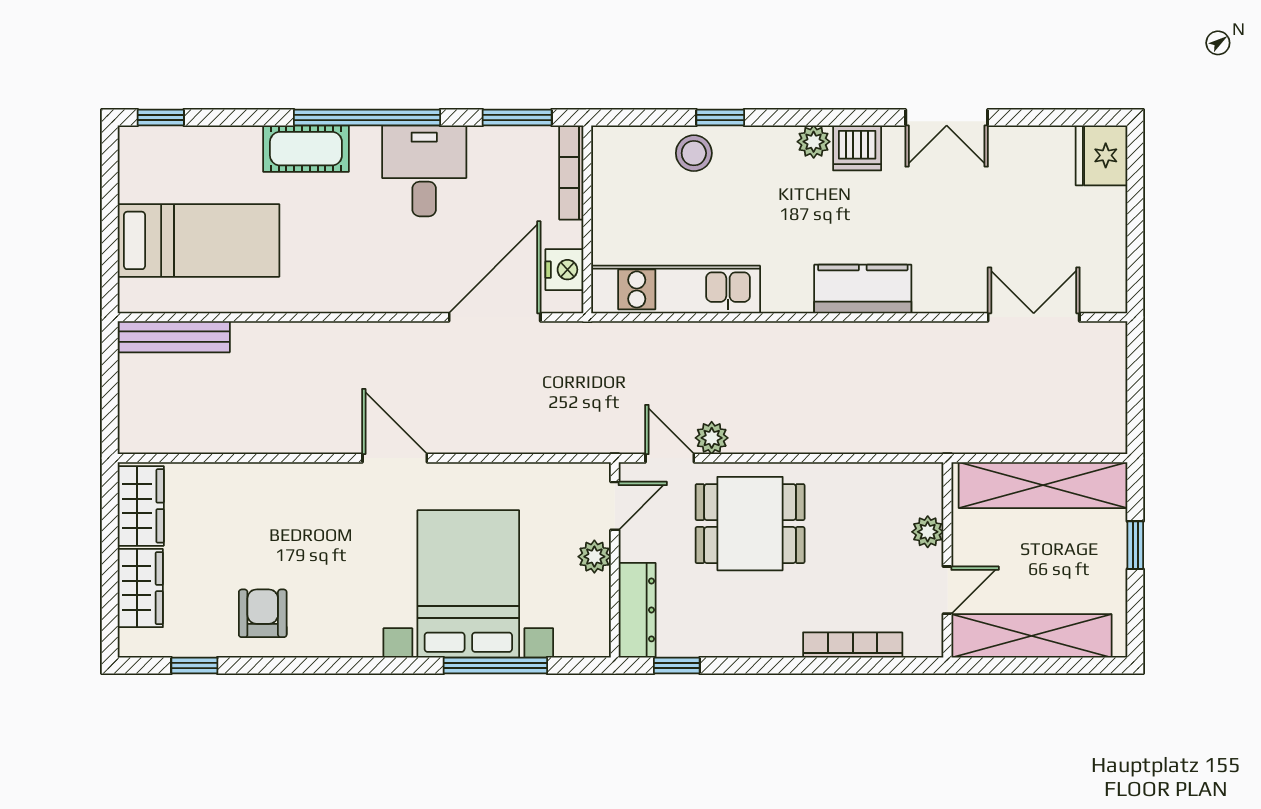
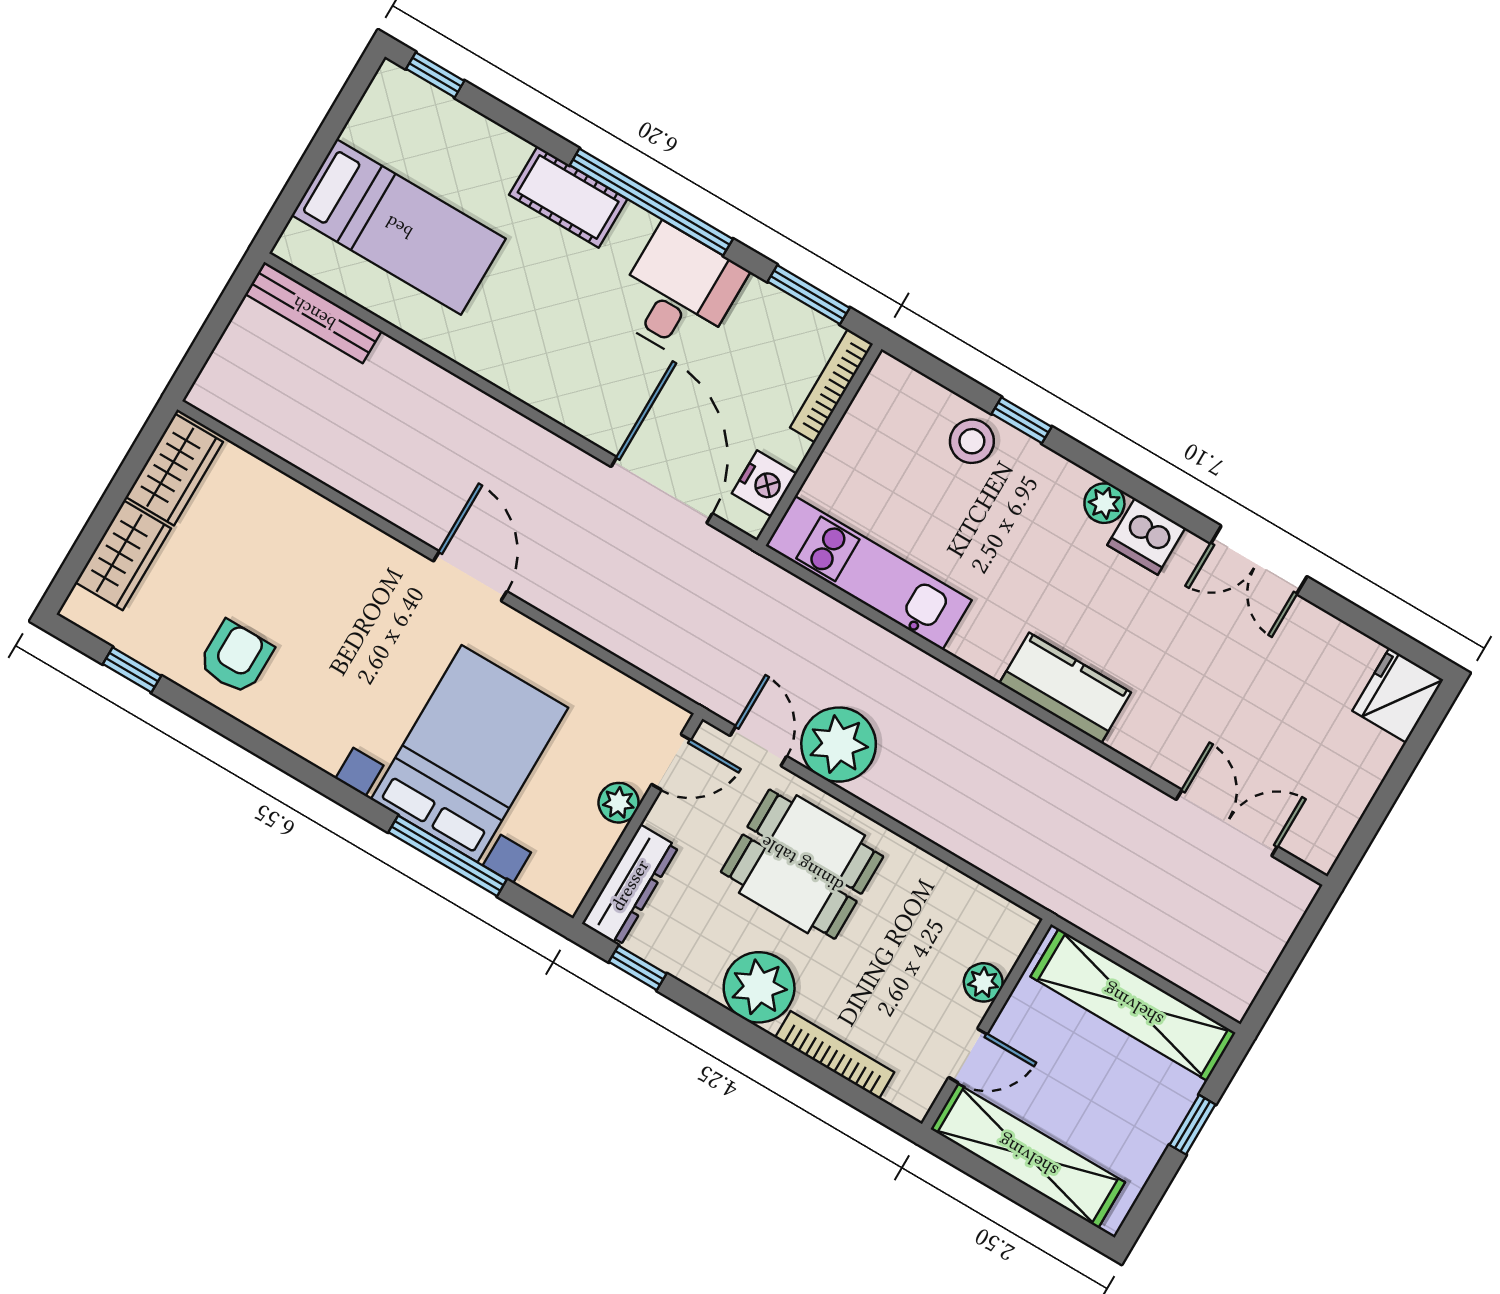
door: (495, 317) -> (662, 490), hinge flipped
plant: (712, 438) -> (839, 745), width x1.88, depth x1.88
plant: (771, 629) -> (759, 987), added

